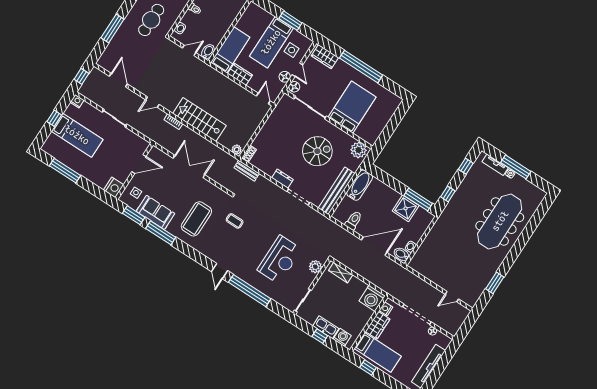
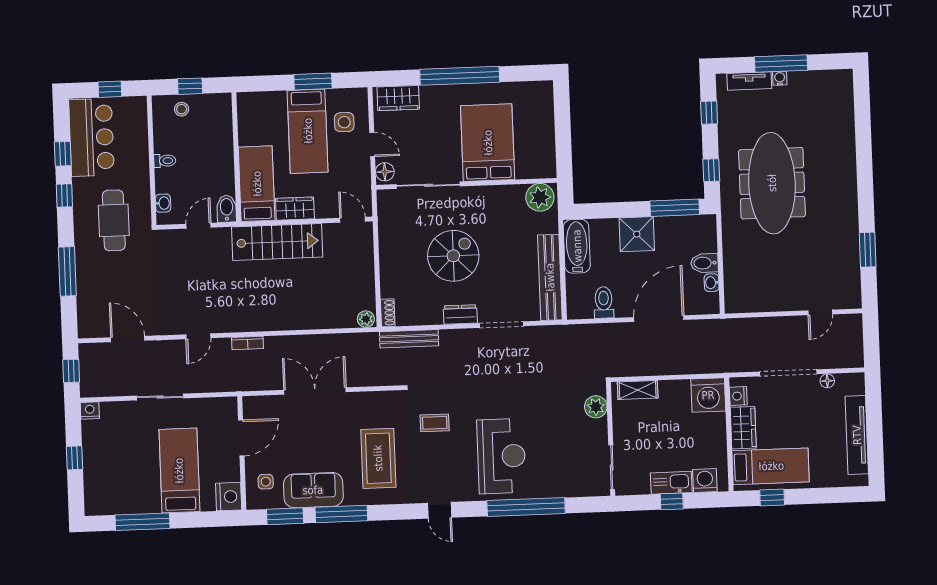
floor lamp: (285, 77) -> (361, 167), removed
stairs: (199, 120) -> (277, 242), moved, turned 180
bed: (77, 135) -> (179, 471), moved, turned -90
spiral stairs: (317, 151) -> (453, 256), moved
bench: (247, 171) -> (409, 339), width x1.36
shower: (406, 208) -> (637, 234), moved
meeting table: (500, 221) -> (772, 183), moved
bidet: (401, 254) -> (704, 263), moved
reception desk: (280, 260) -> (501, 456), moved
door: (220, 271) -> (440, 510), moved

